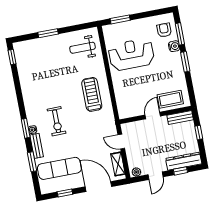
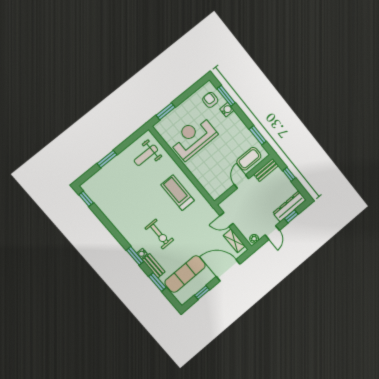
window: (185, 62) -> (258, 135), moved

